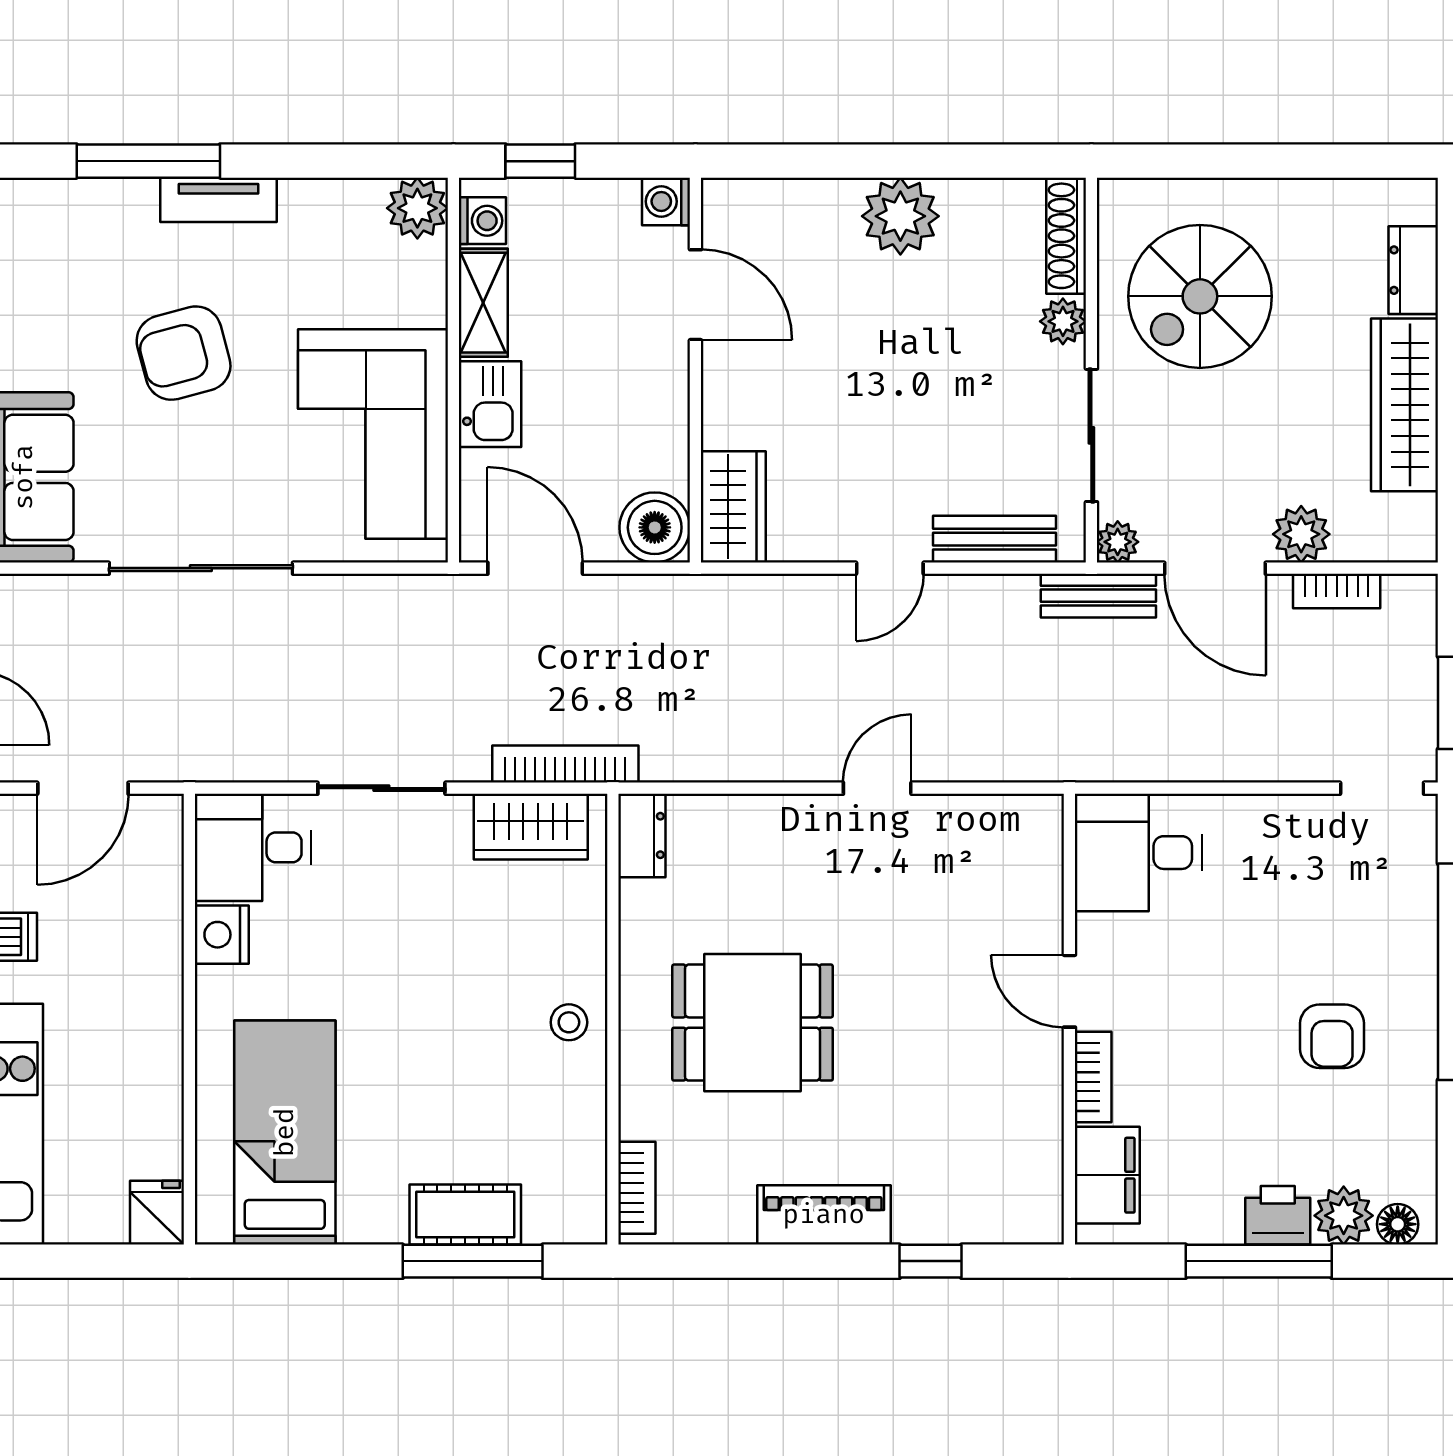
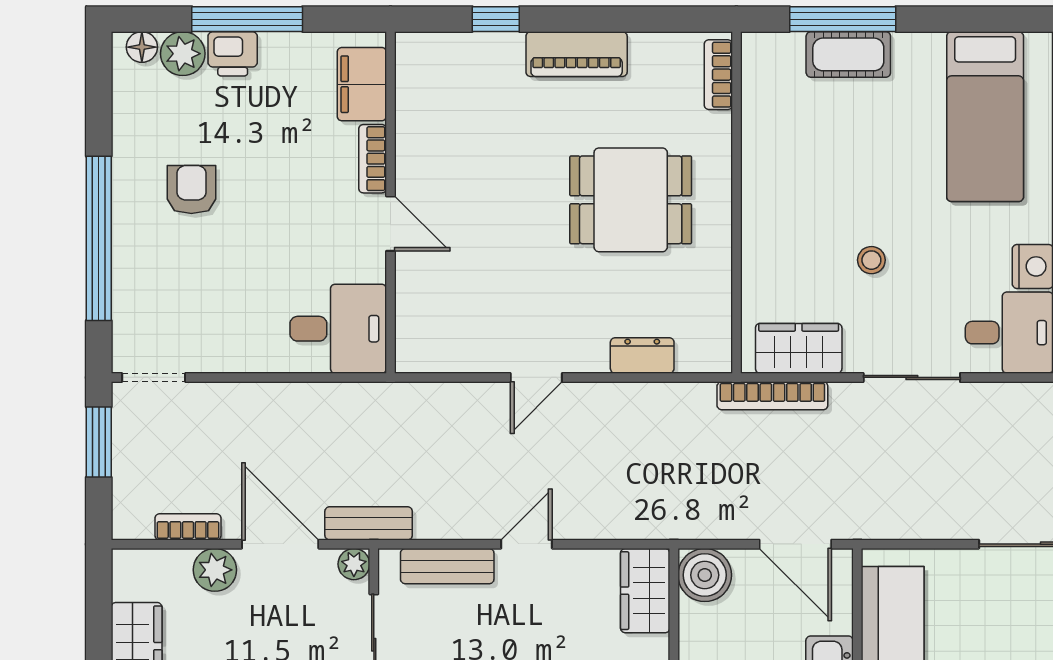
dresser: (642, 835) -> (642, 355), moved, turned 90
stool: (569, 1022) -> (871, 260), moved

